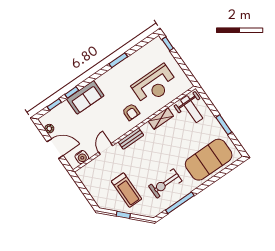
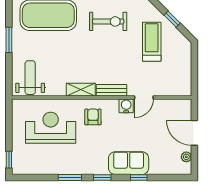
window: (54, 104) -> (102, 178), moved
shelving: (161, 119) -> (81, 90), moved
water cooler: (82, 157) -> (126, 106), moved

